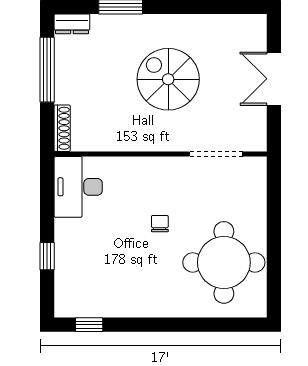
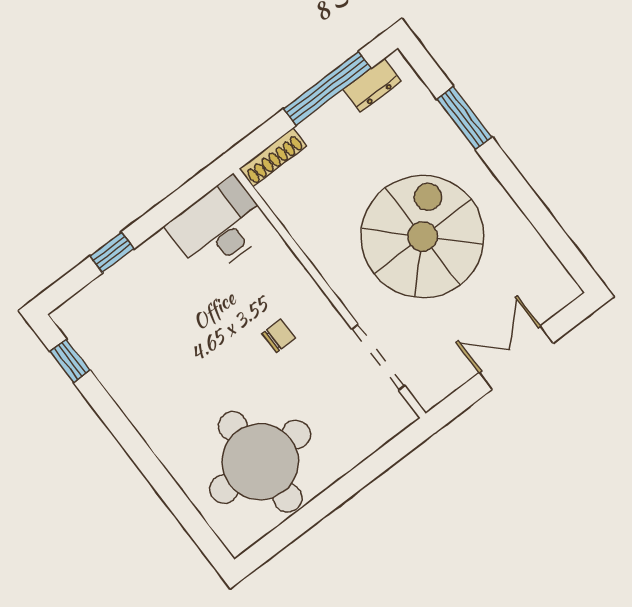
dresser: (72, 24) -> (372, 85), moved, turned -90
spiral stairs: (168, 79) -> (423, 236), width x1.37, depth x1.37
chair: (160, 224) -> (279, 336), moved

